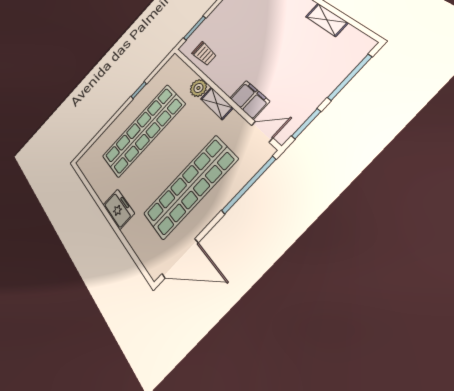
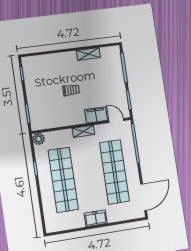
trolley: (204, 54) -> (71, 90), moved
plant: (198, 88) -> (39, 139), moved
door: (262, 132) -> (116, 121), hinge flipped

